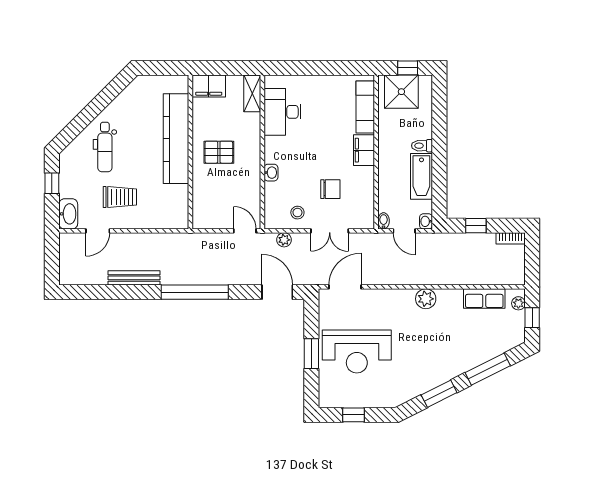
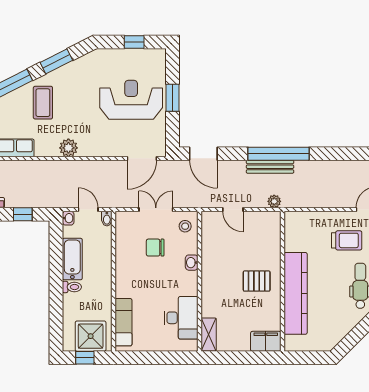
shelving: (252, 93) -> (209, 335), moved
desk: (283, 112) -> (181, 318), moved
filing cabinet: (364, 150) -> (125, 283), removed
wall: (262, 152) -> (200, 281), moved
washbasin: (271, 173) -> (192, 263), moved
trolley: (120, 197) -> (347, 240), turned 180
plant: (284, 240) -> (274, 201), moved
bench: (134, 278) -> (270, 167), moved
coffee table: (454, 348) -> (43, 103), added

